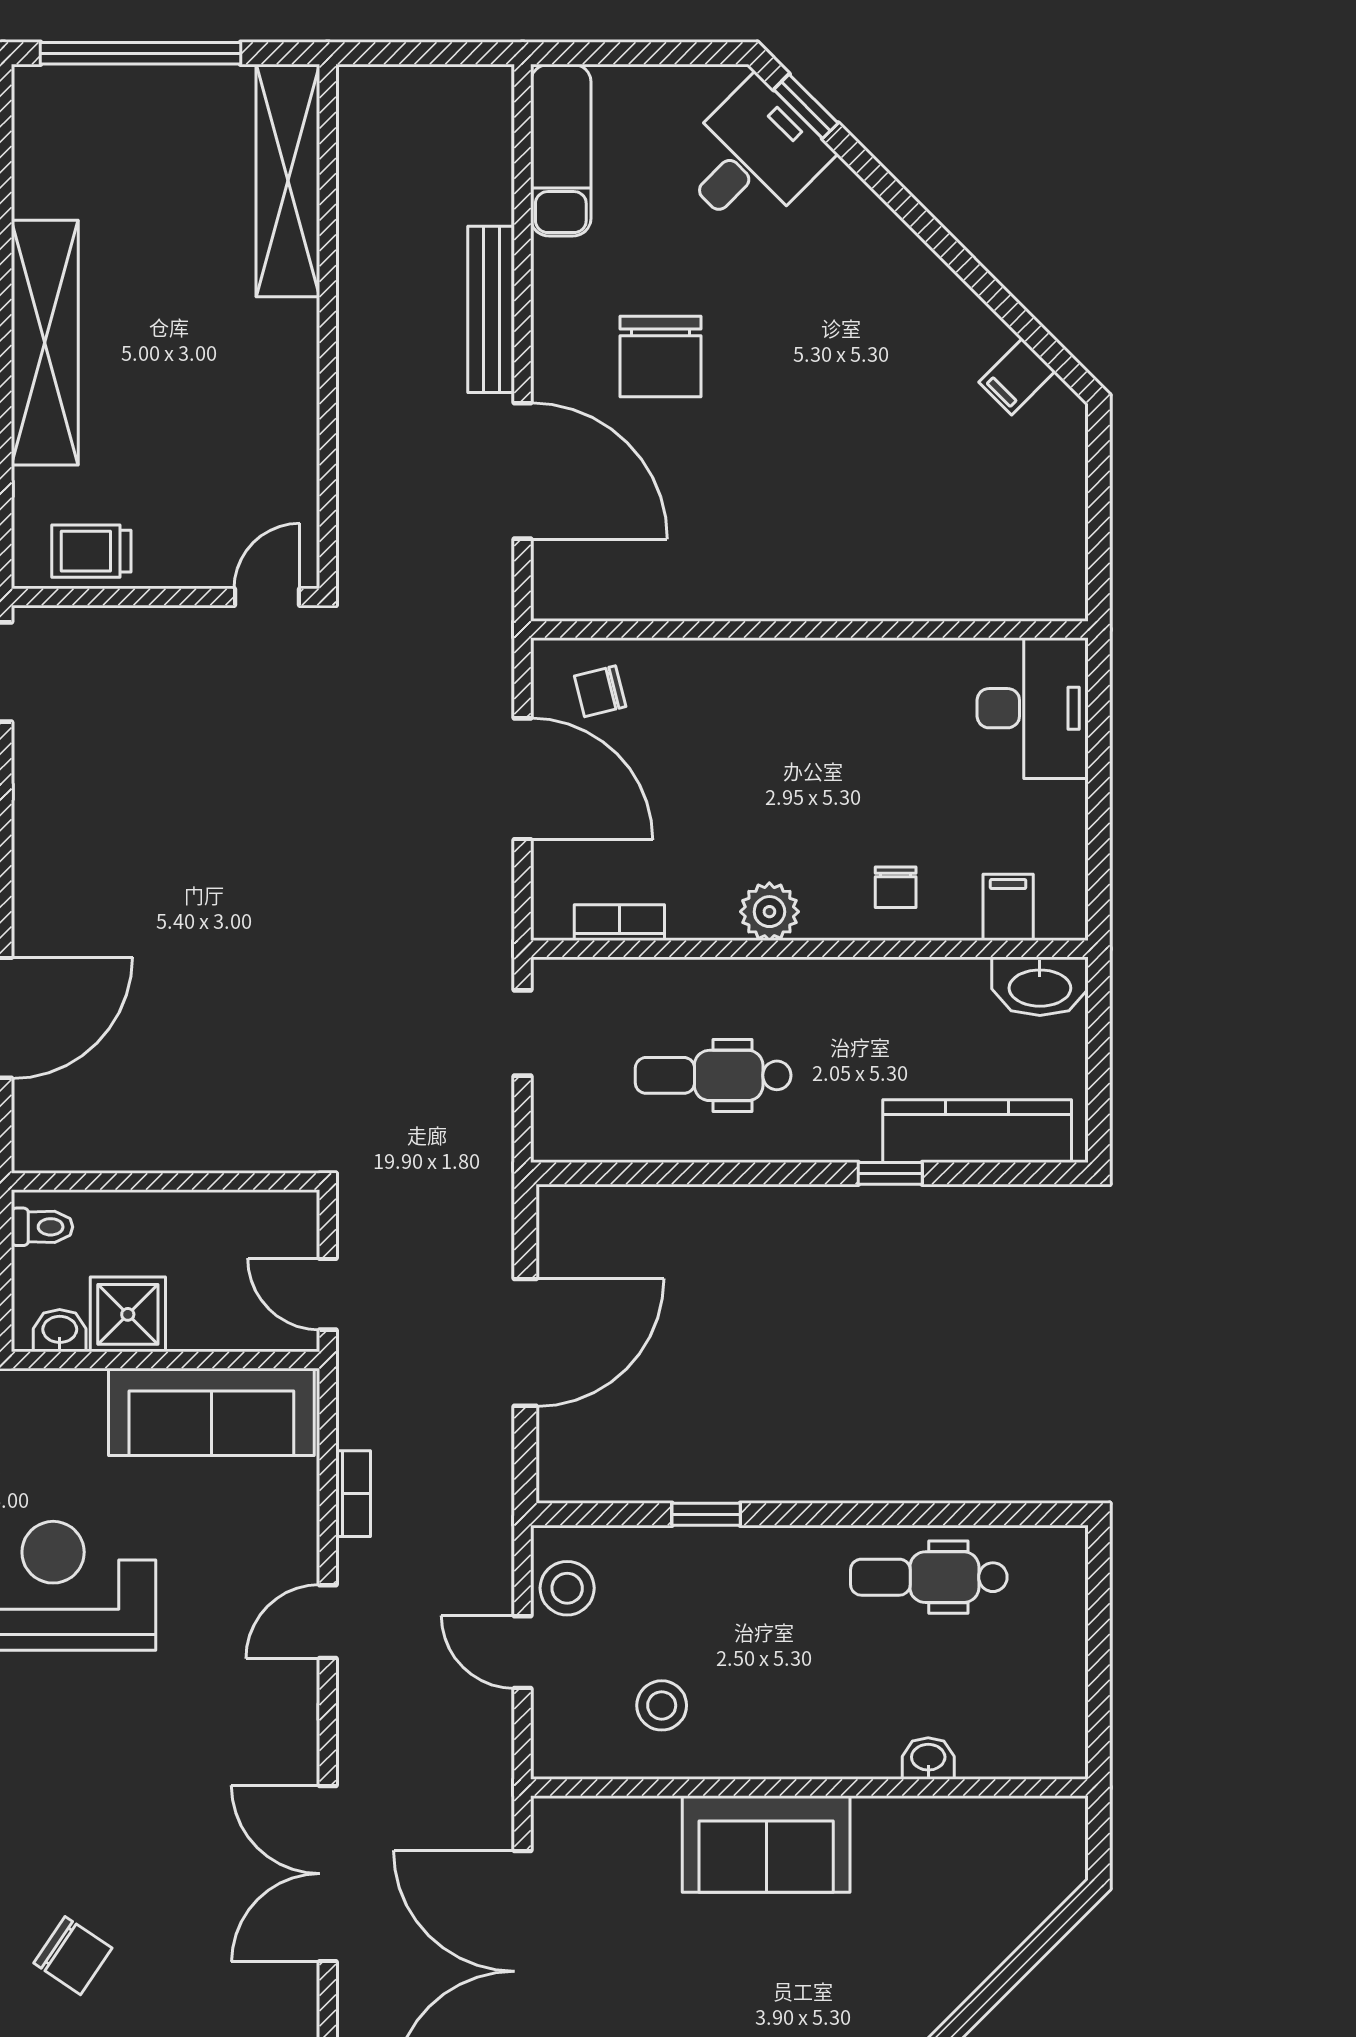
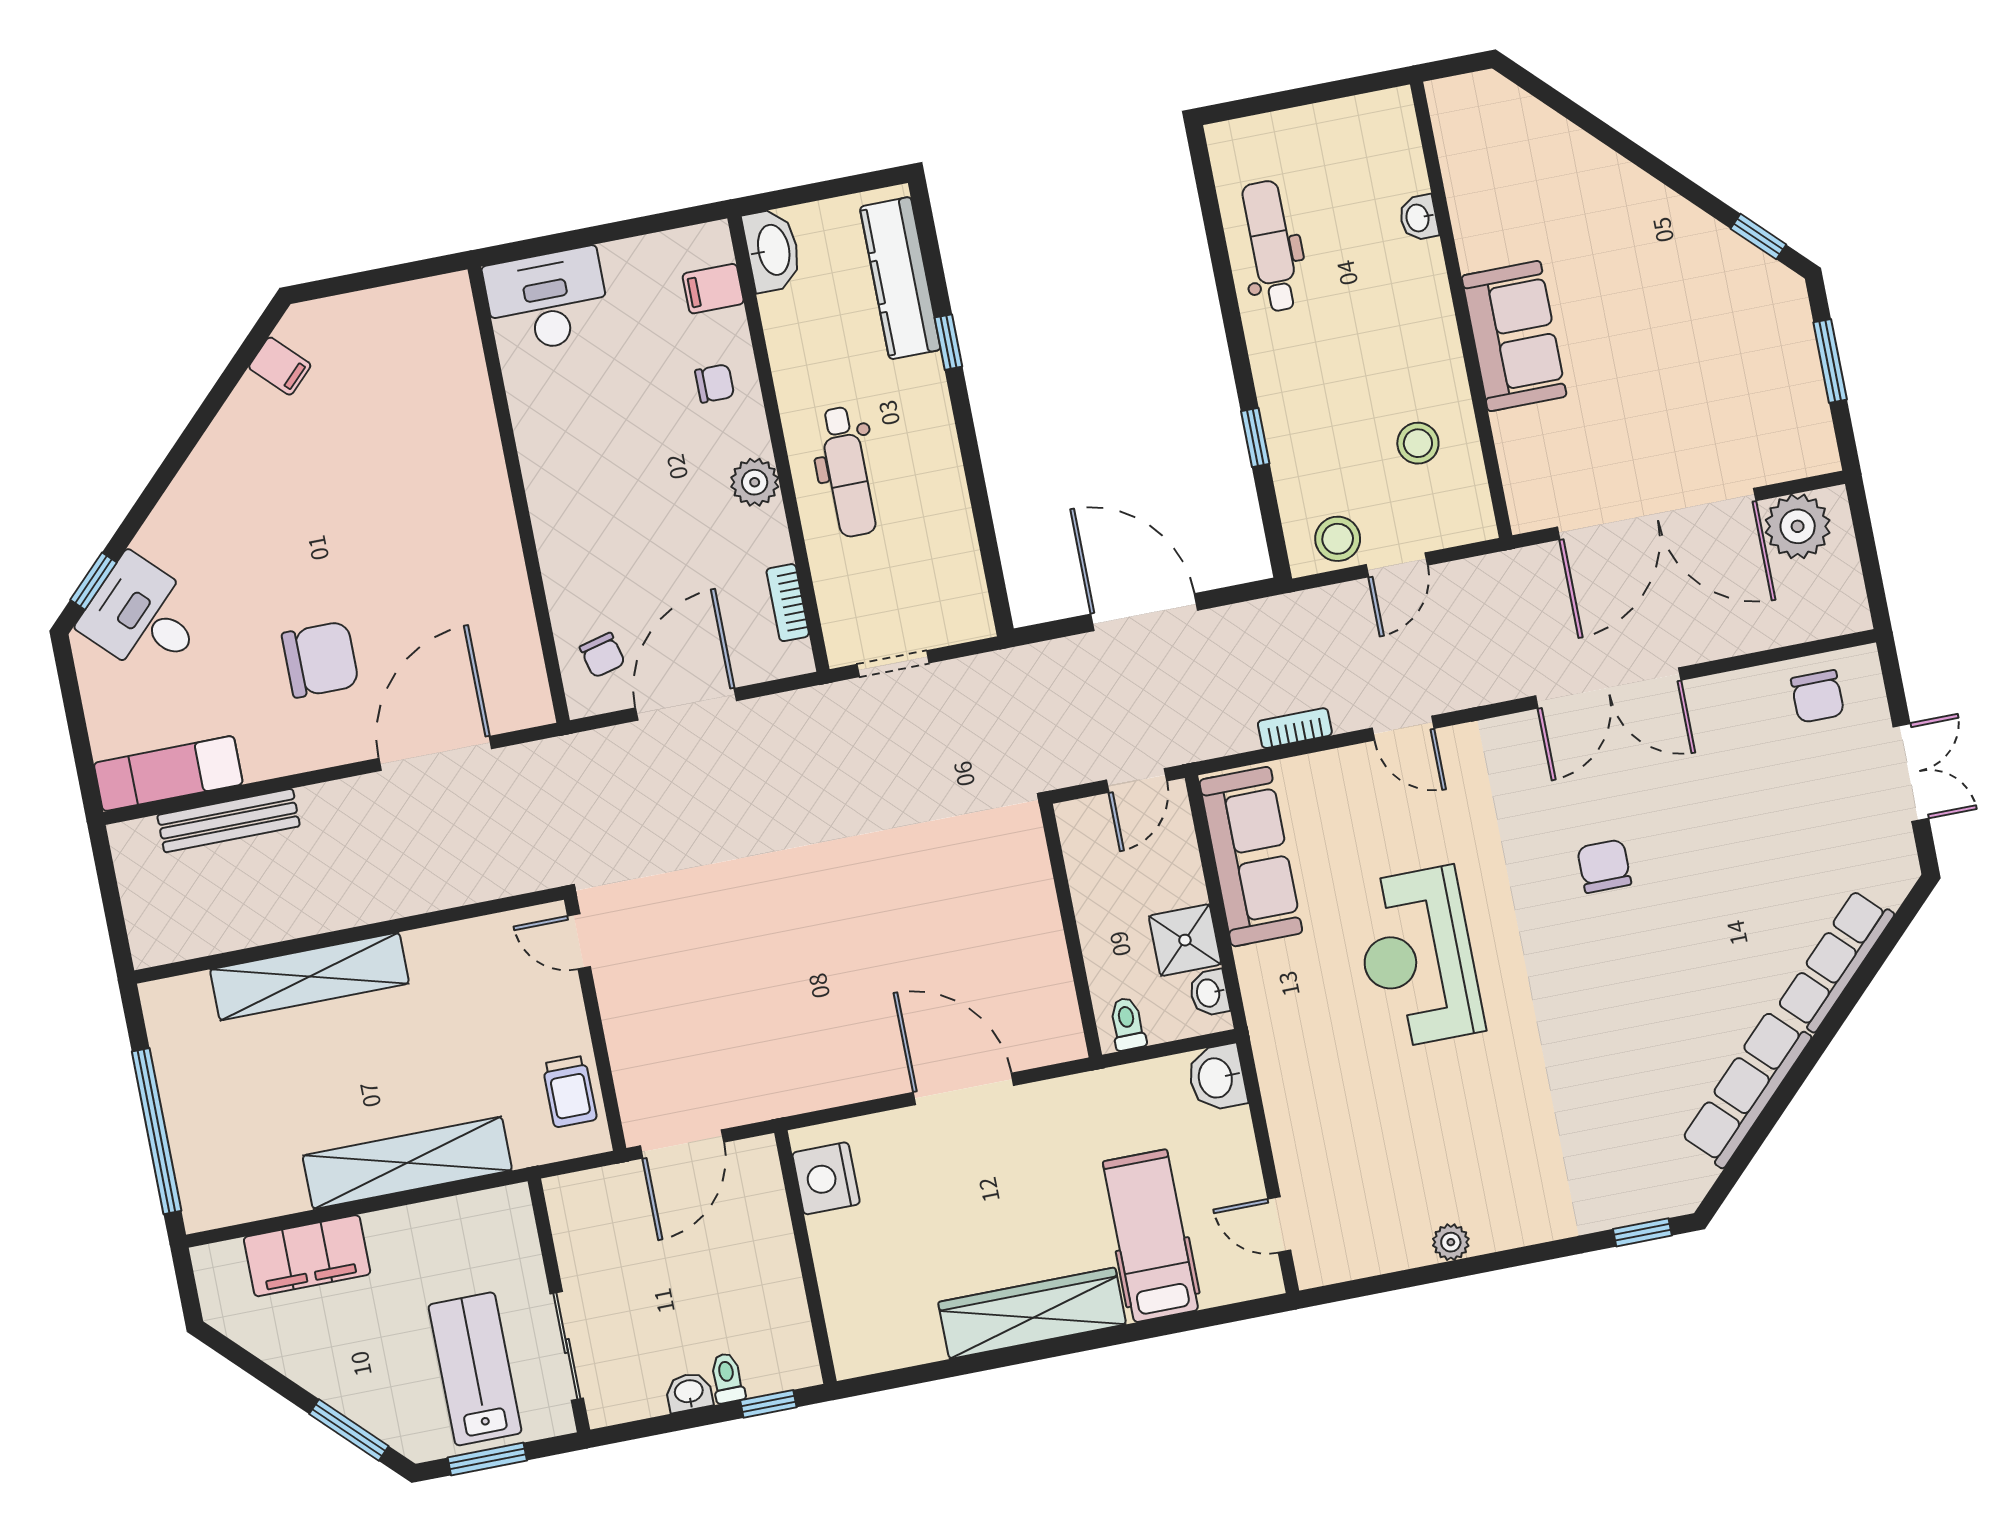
shelving: (288, 181) -> (309, 976), moved
bench: (491, 309) -> (229, 821), moved
dental chair: (713, 1075) -> (847, 472), moved
dental chair: (929, 1577) -> (1271, 246), turned 180
chair: (73, 1956) -> (1604, 866), moved, turned -34

